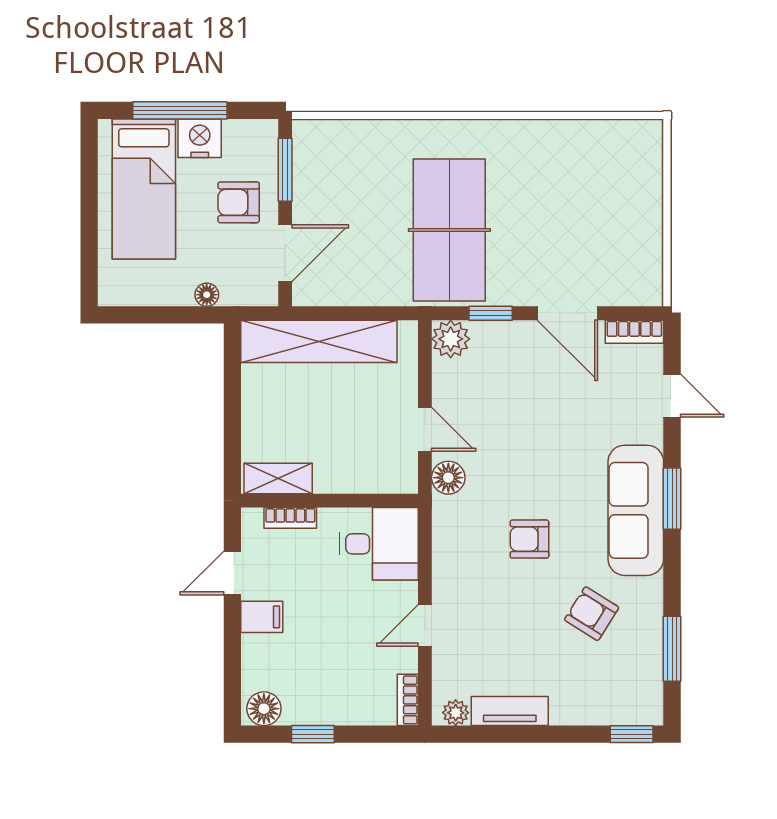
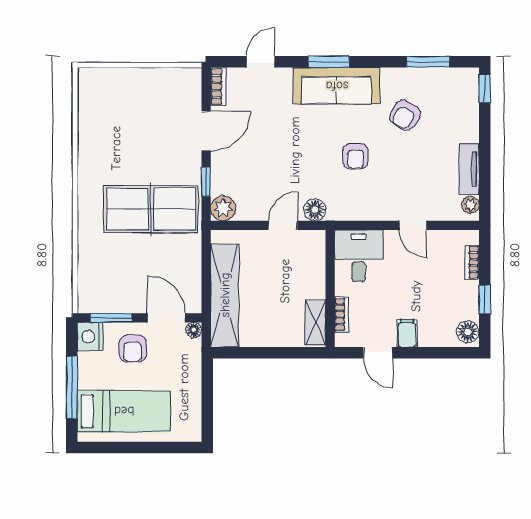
nightstand: (200, 138) -> (90, 337), moved
floor lamp: (207, 295) -> (194, 330), moved
bookcase: (408, 700) -> (472, 262), moved, turned 90

